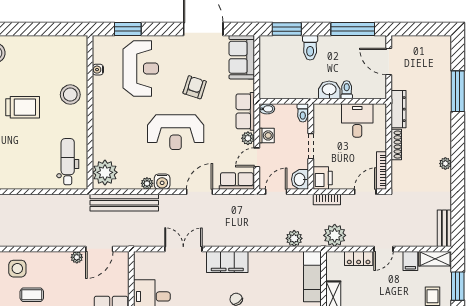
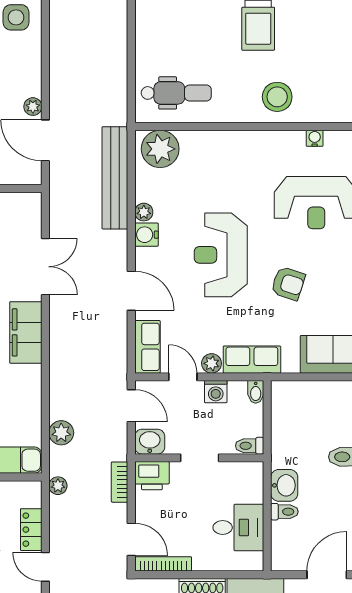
plant: (335, 235) -> (58, 486), width x0.53, depth x0.53

